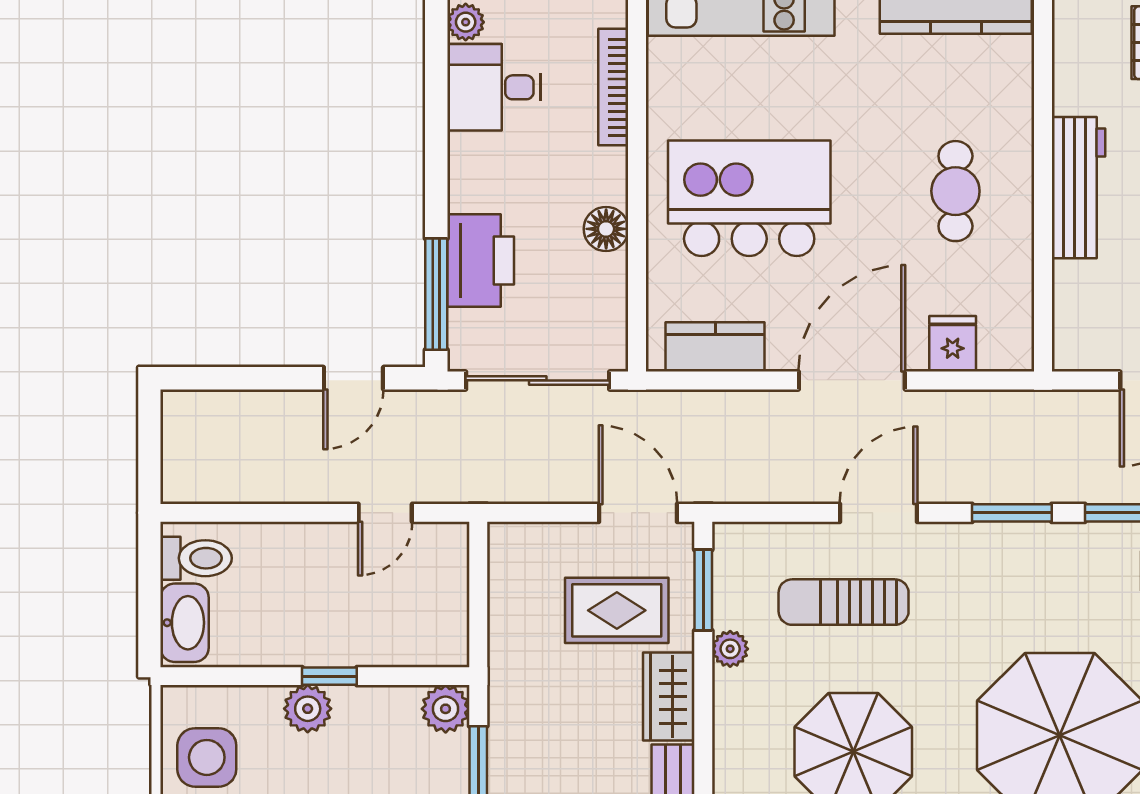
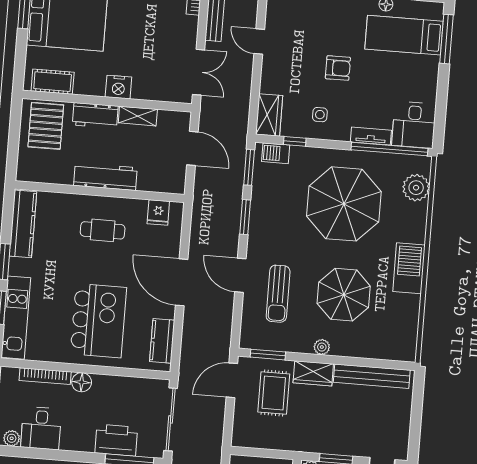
kitchen island: (749, 198) -> (98, 321), turned 180
floor lamp: (606, 229) -> (82, 382), moved
fridge: (953, 344) -> (158, 212), moved, turned -90
plant: (730, 649) -> (322, 347), moved

